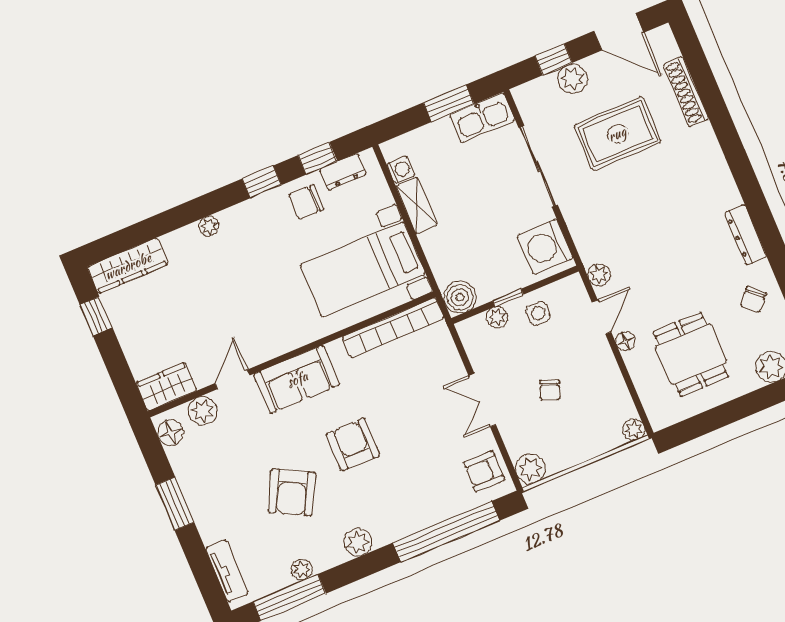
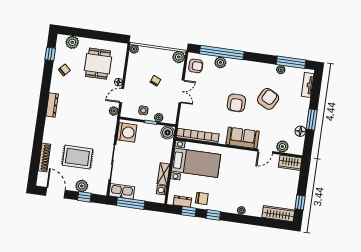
window: (449, 103) -> (131, 203), width x1.44
dresser: (745, 235) -> (52, 105), moved
floor lamp: (170, 433) -> (300, 131), moved
plant: (358, 542) -> (220, 62), moved

